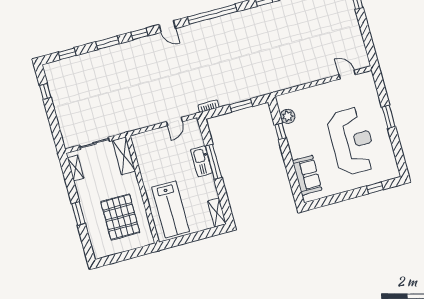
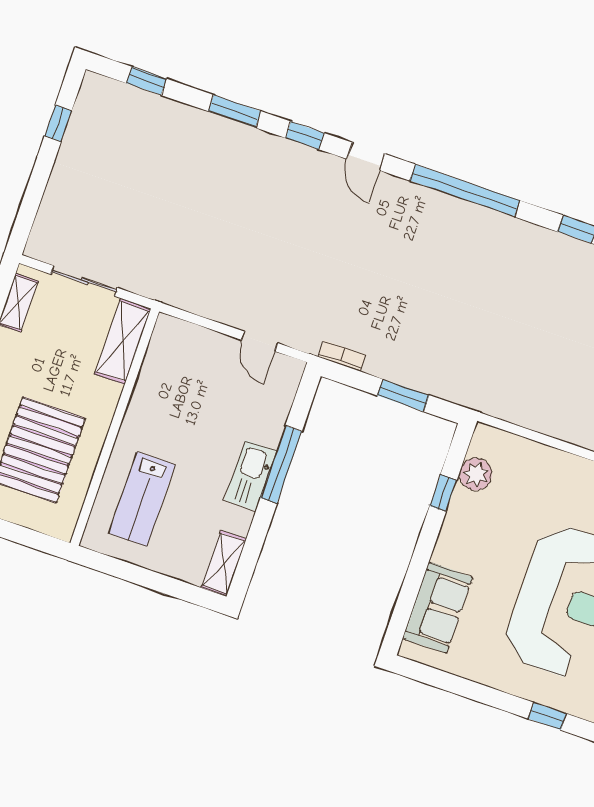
door: (174, 122) -> (260, 341), hinge flipped
kitchen sink: (202, 161) -> (251, 476), moved
lab bench: (171, 209) -> (142, 499), width x0.73, depth x0.72

